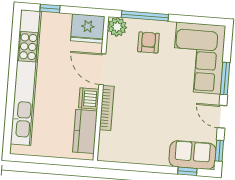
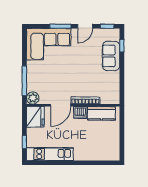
armchair: (148, 42) -> (41, 77), removed
kitchen unit: (26, 78) -> (50, 154), width x0.54
sofa: (192, 155) -> (111, 56), moved

